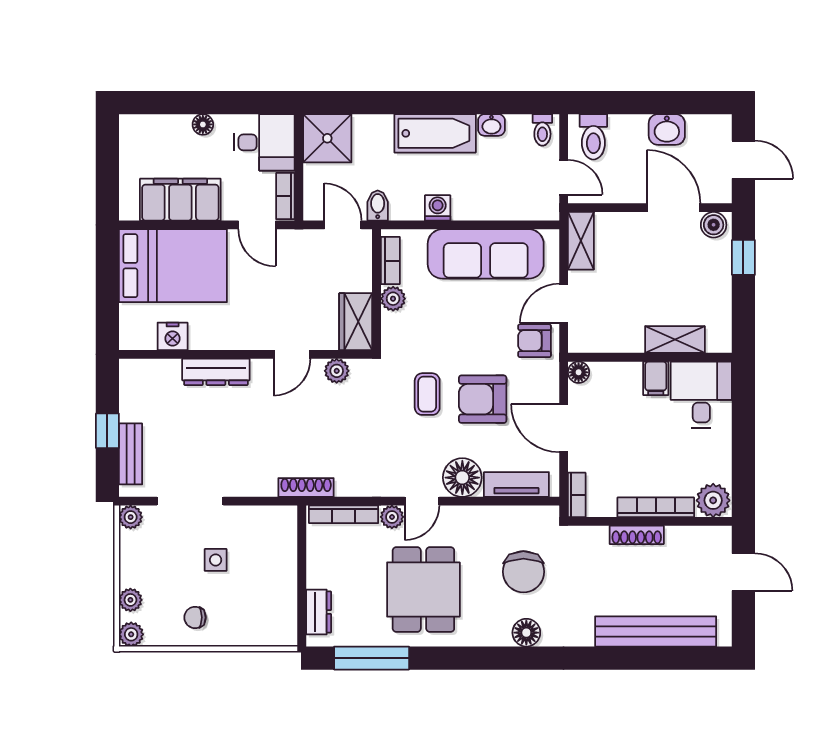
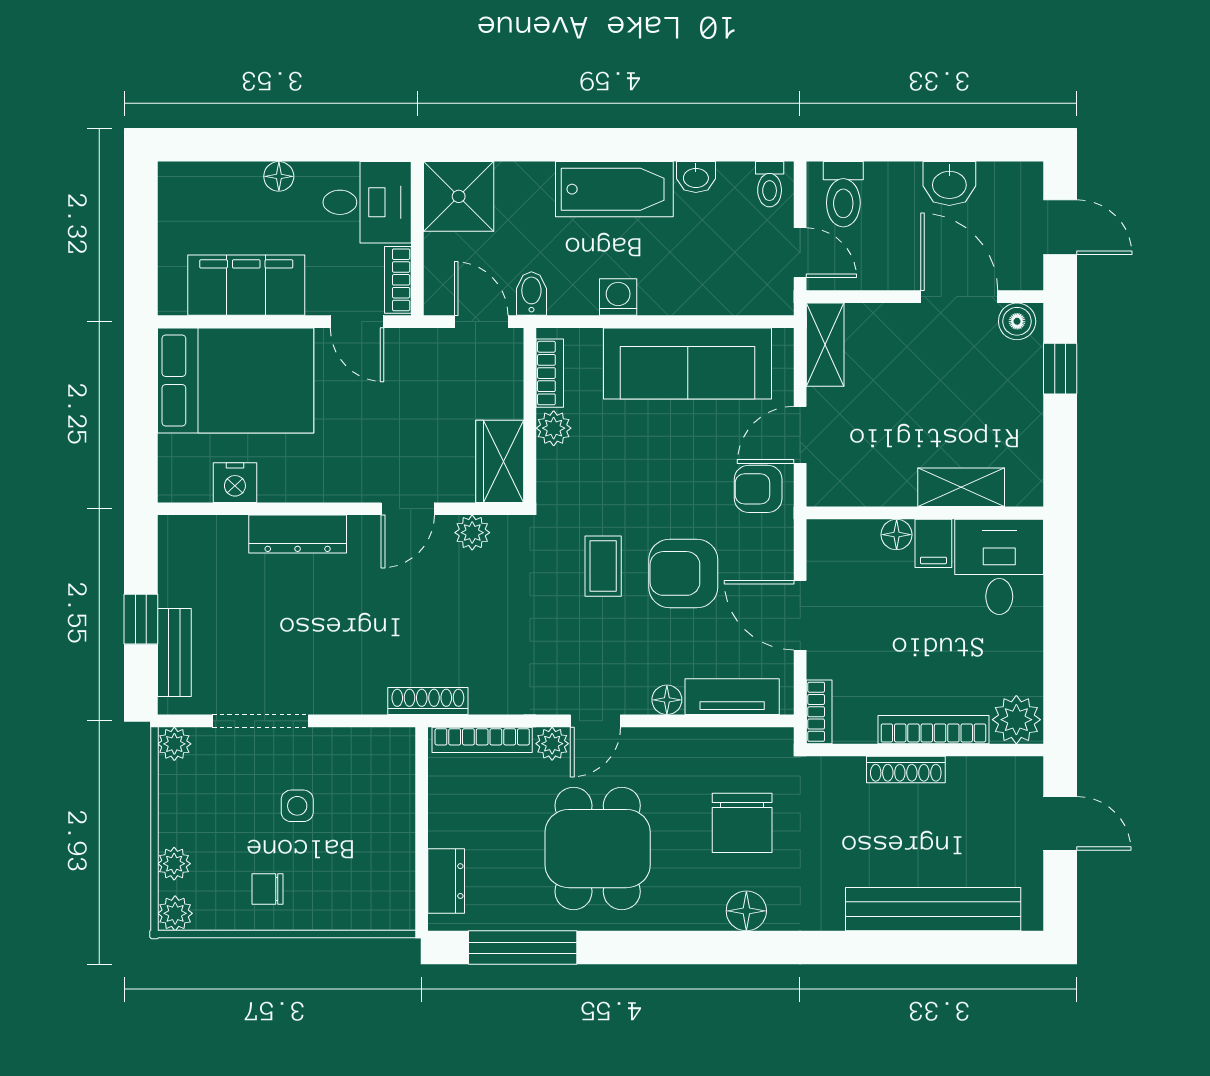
floor lamp: (579, 372) -> (897, 535), moved
floor lamp: (462, 478) -> (667, 700), width x0.53, depth x0.53

